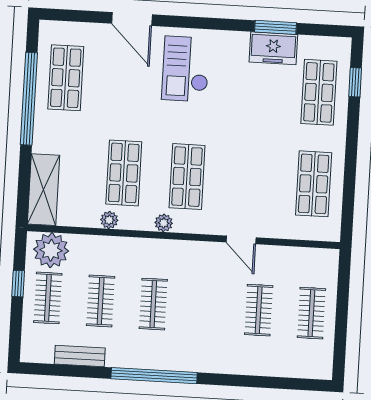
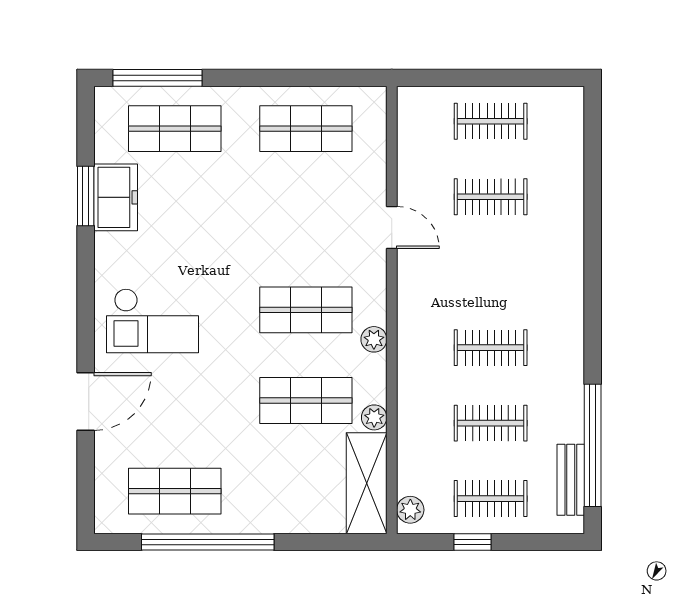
window: (355, 82) -> (157, 78), width x2.17
shelving: (44, 190) -> (367, 483), moved, turned 90
door: (241, 240) -> (392, 228), hinge flipped
plant: (51, 250) -> (410, 510), width x0.53, depth x0.53
bench: (80, 356) -> (571, 480), moved
window: (154, 376) -> (593, 445), moved

